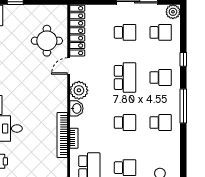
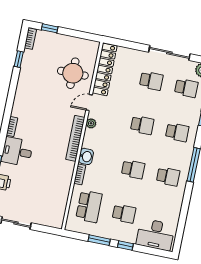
school desk: (125, 77) -> (142, 125), width x0.54
plant: (79, 90) -> (91, 123), width x0.53, depth x0.53
washbasin: (76, 108) -> (86, 156), moved
bookcase: (62, 135) -> (75, 138), moved

